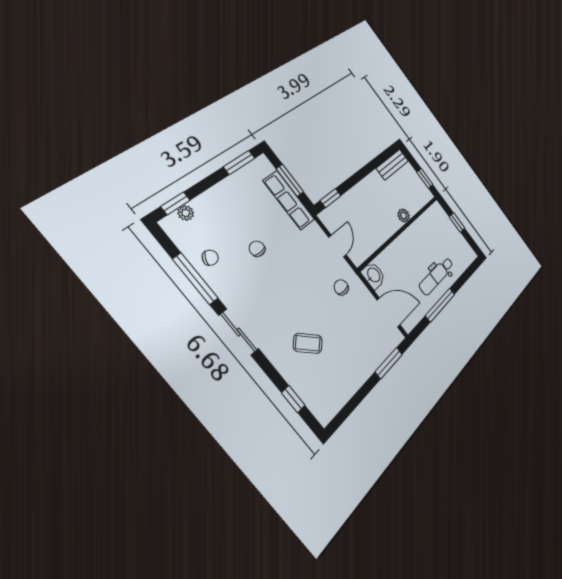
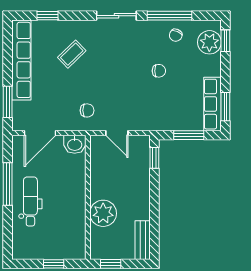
row of seats: (289, 200) -> (213, 104), moved, turned -90
plant: (186, 213) -> (209, 42), width x1.88, depth x1.88
plant: (404, 215) -> (103, 213), width x1.87, depth x1.87
row of seats: (349, 384) -> (21, 60), added

